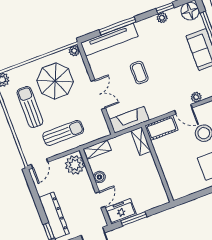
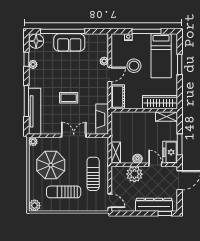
shelving: (141, 141) -> (167, 116), moved
plant: (75, 165) -> (134, 174), moved
wardrobe: (173, 178) -> (160, 102), added

